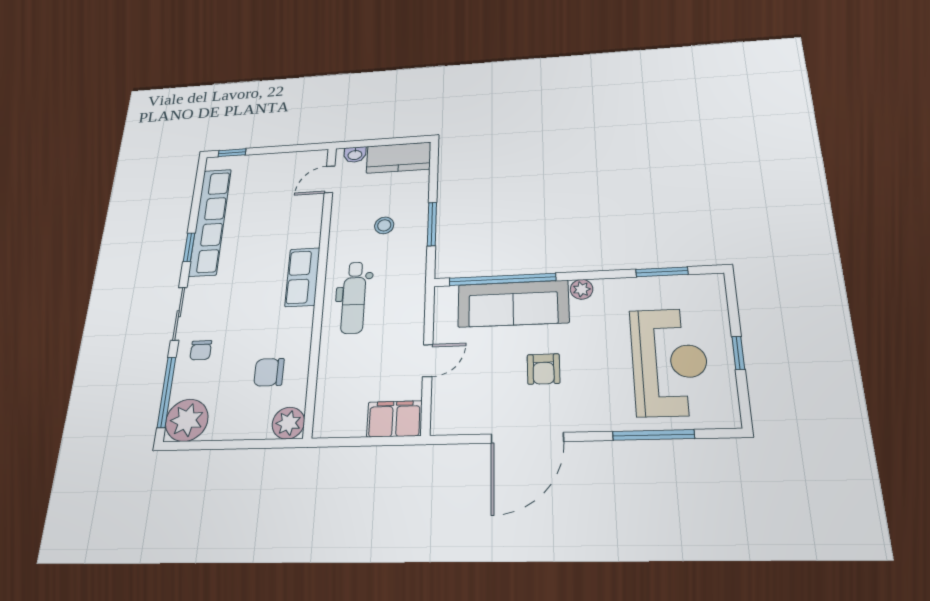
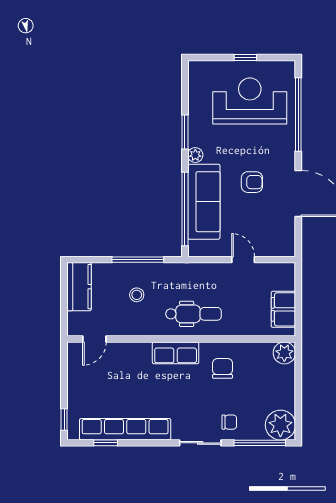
washbasin: (355, 155) -> (74, 321), removed
door: (330, 179) -> (94, 339), hinge flipped
window: (432, 224) -> (138, 260), width x1.44
window: (189, 247) -> (106, 443), moved
window: (662, 272) -> (185, 132), moved
chair: (269, 372) -> (223, 368), moved, turned 180
filing cabinet: (394, 419) -> (283, 309), moved
window: (654, 435) -> (298, 115), width x1.46

